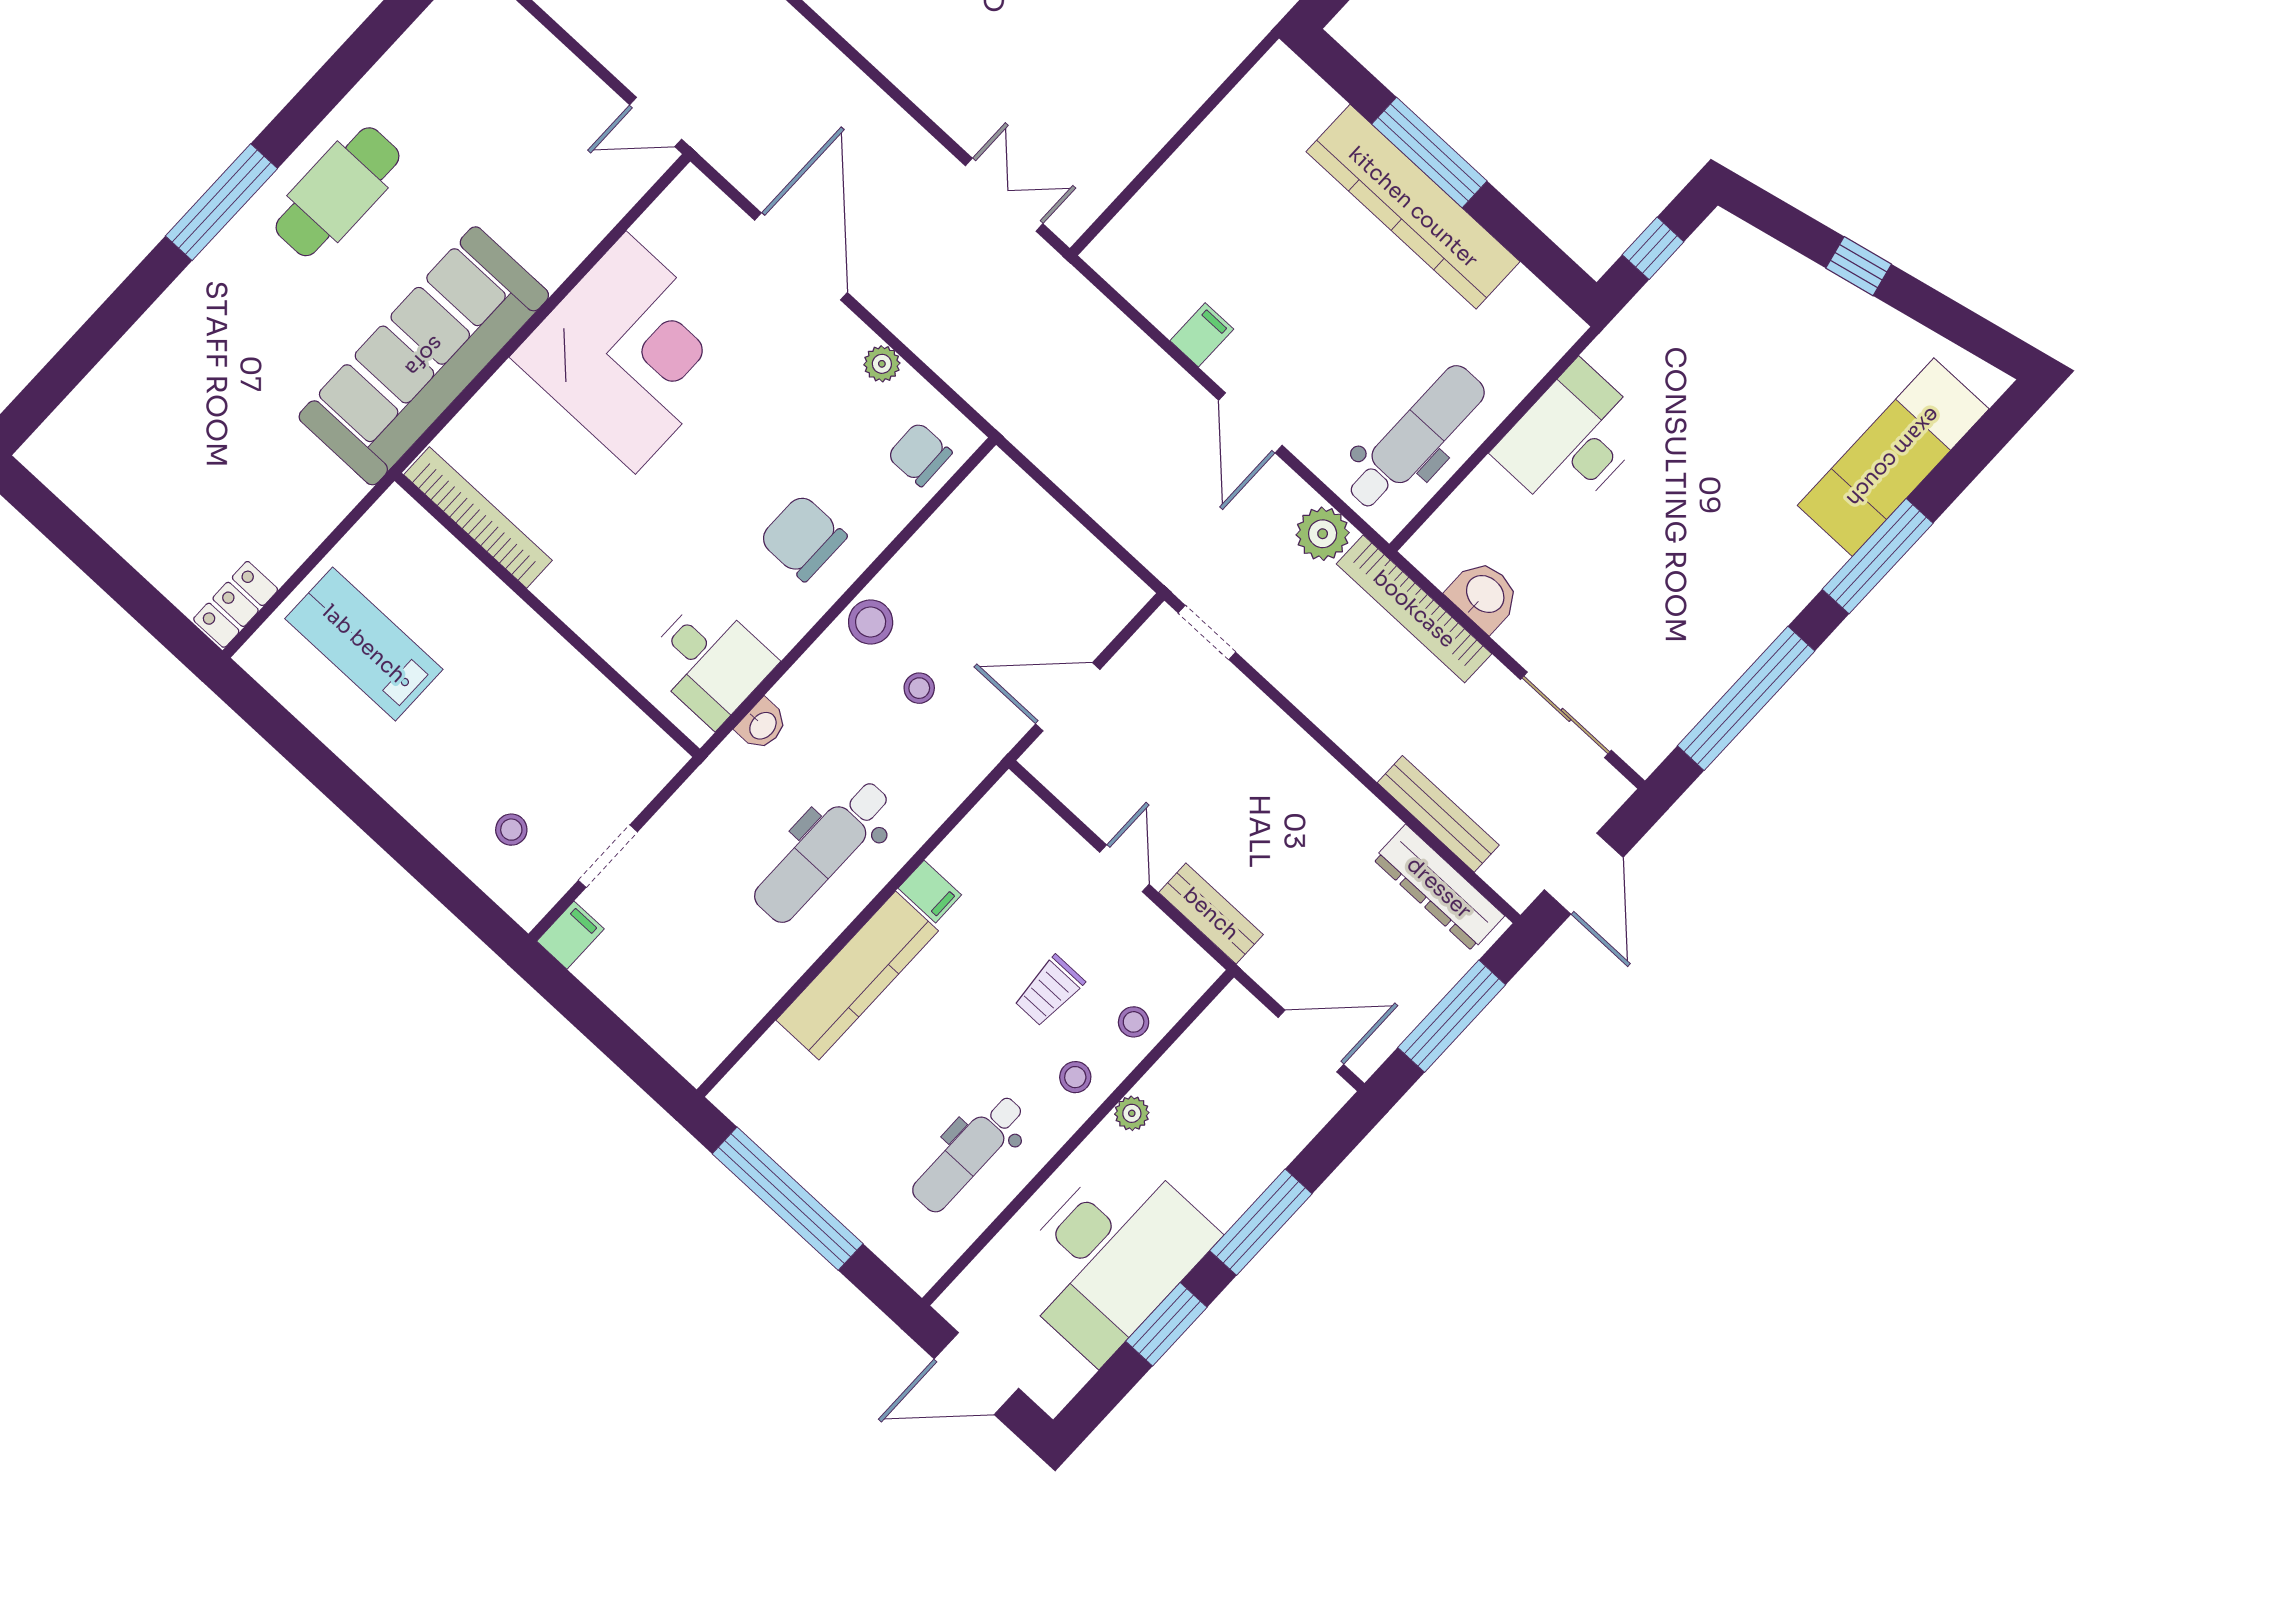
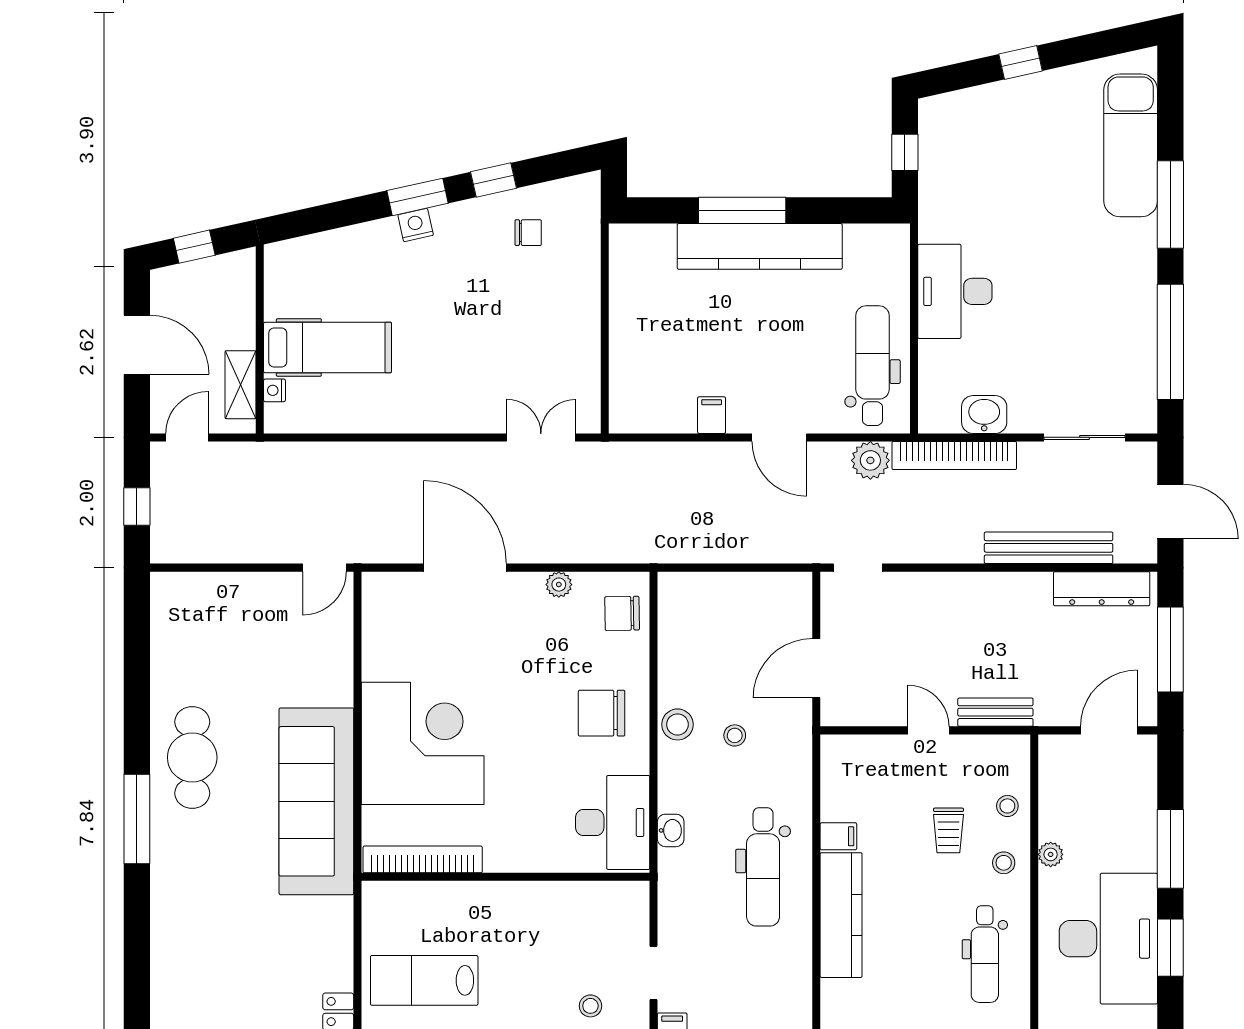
corner desk: (631, 353) -> (423, 743), moved
desk: (710, 661) -> (613, 822), width x1.37
bench: (1438, 814) -> (1049, 548), width x1.37, depth x1.21

